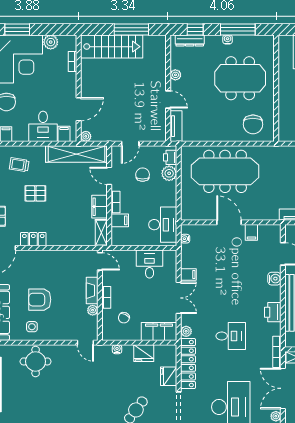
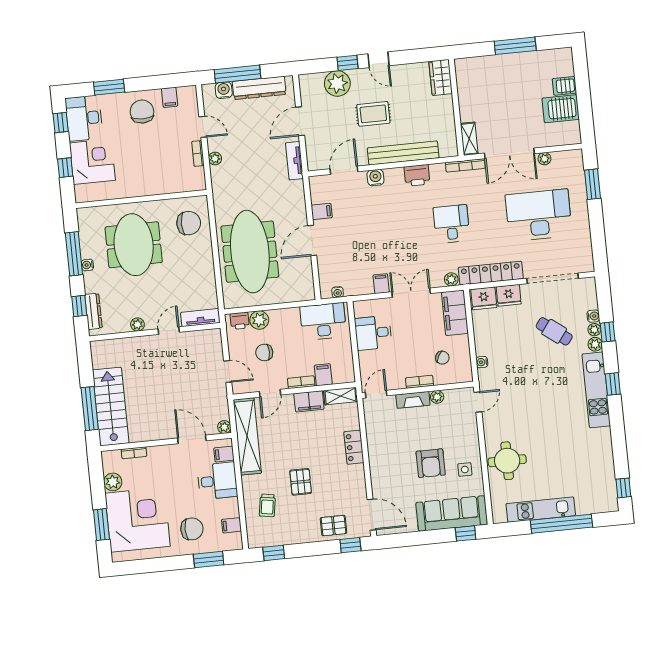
window: (131, 29) -> (90, 409), moved
locker: (33, 239) -> (354, 447), moved
fridge: (144, 353) -> (484, 298), moved, turned 90

